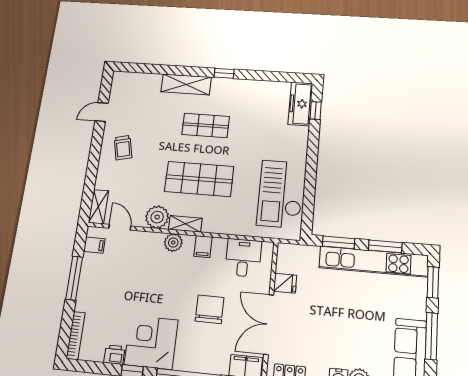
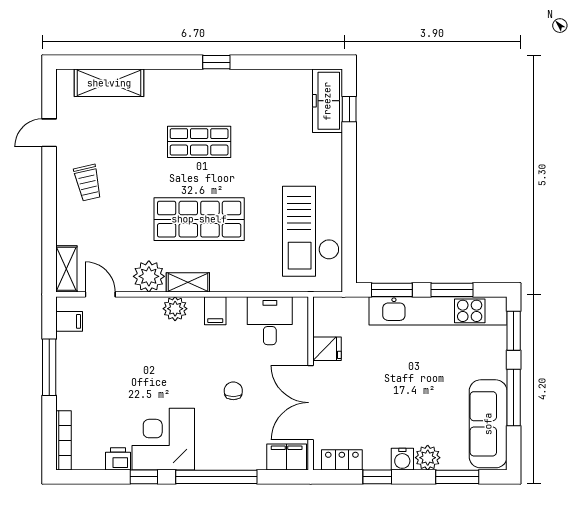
shelving: (186, 84) -> (109, 83), moved
chair: (210, 309) -> (233, 391), width x0.54, depth x0.54

